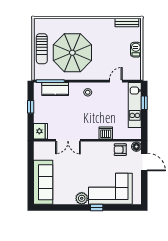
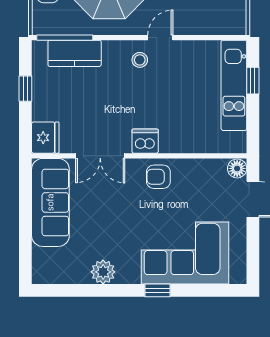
door: (116, 81) -> (160, 38), moved
dishwasher: (106, 133) -> (145, 141), moved
armchair: (120, 150) -> (158, 177), moved
sofa: (43, 182) -> (50, 202), moved
plant: (82, 198) -> (103, 272), moved

